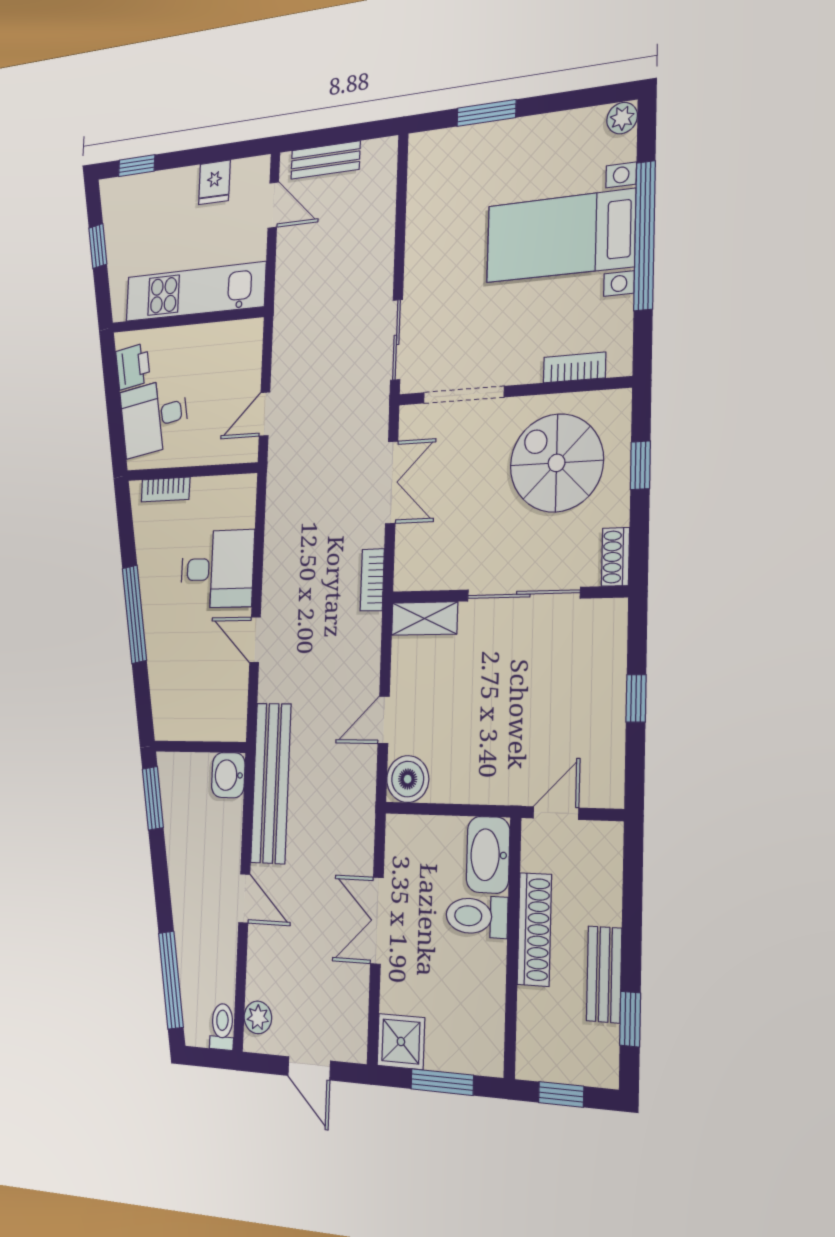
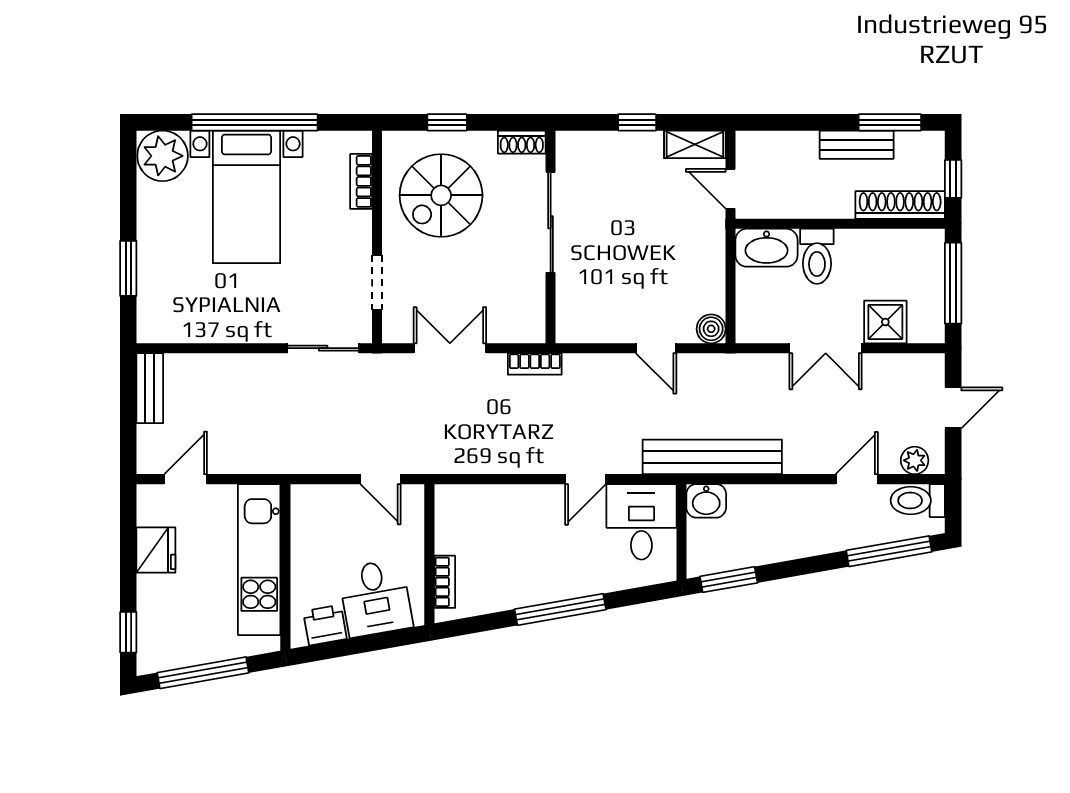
plant: (622, 118) -> (163, 156), width x1.87, depth x1.87
bench: (325, 160) -> (150, 388), moved
fridge: (214, 182) -> (156, 550), width x1.38
window: (98, 246) -> (203, 673), width x2.17
doorway: (464, 395) -> (377, 282), width x0.73
desk: (217, 569) -> (641, 522), moved
shelving: (425, 618) -> (695, 144), moved, turned 90
boiler: (408, 779) -> (711, 329), width x0.73, depth x0.73
door: (244, 898) -> (857, 479), moved
shoe rack: (534, 929) -> (900, 205), moved
window: (630, 1019) -> (890, 122), width x1.50
toilet: (222, 1027) -> (918, 501), width x1.37, depth x1.39
shower: (401, 1042) -> (885, 322), moved
window: (442, 1082) -> (953, 283), width x1.44

